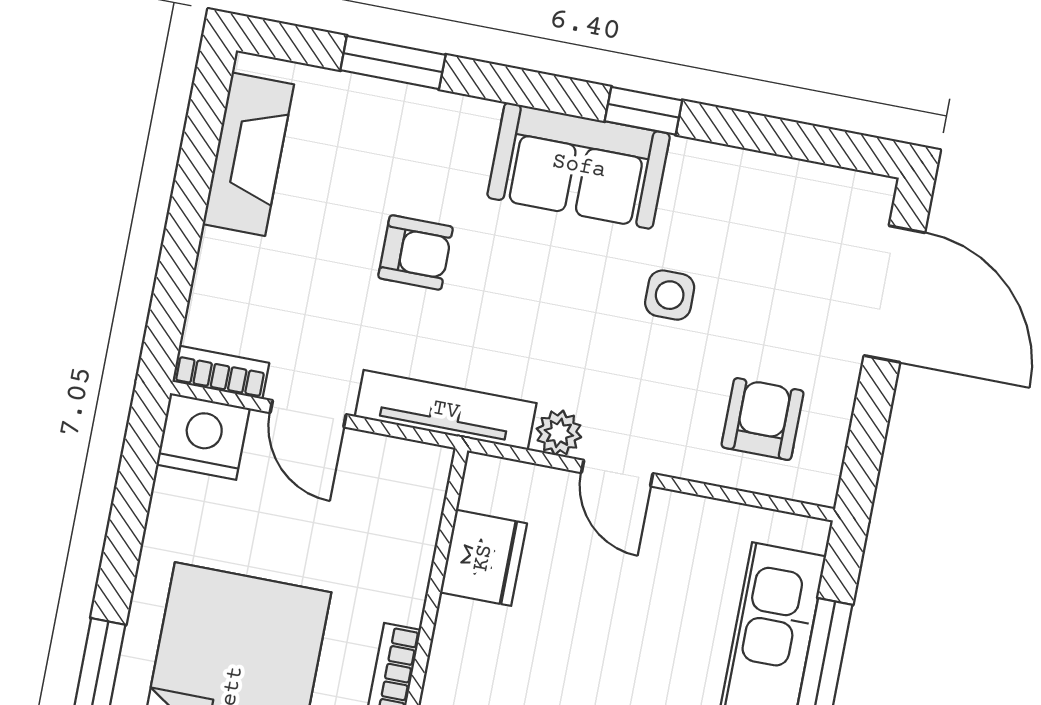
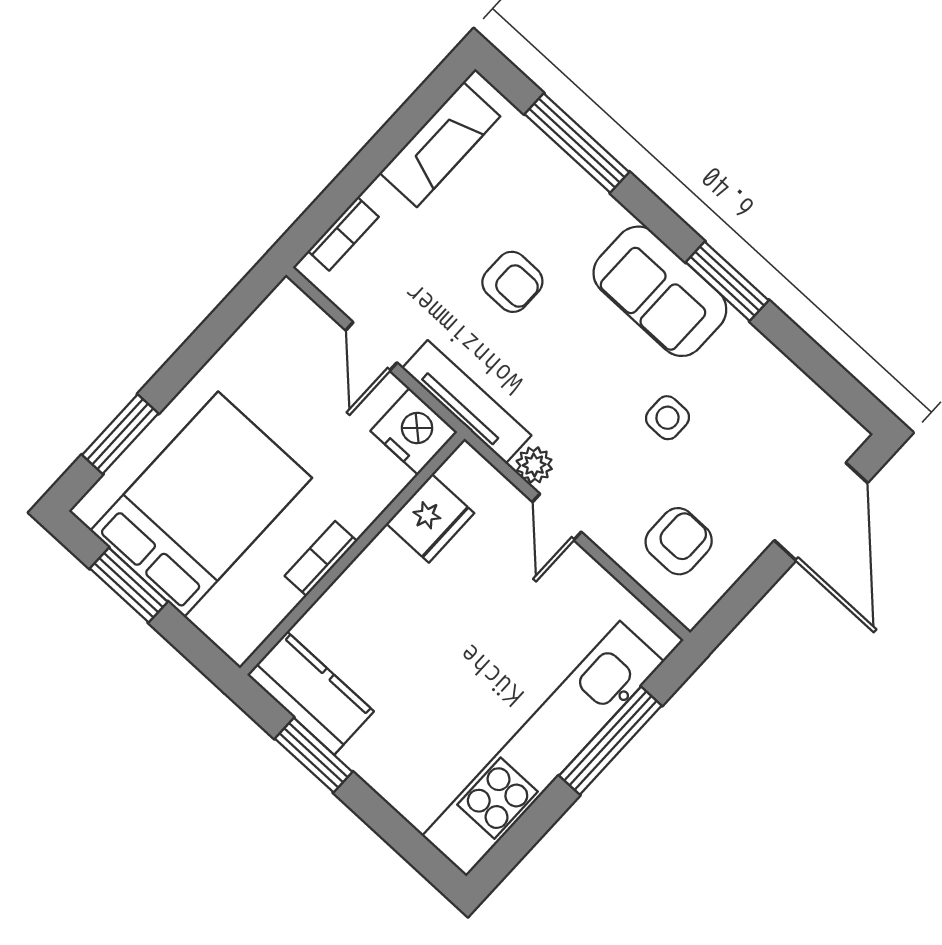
window: (393, 63) -> (577, 143), width x1.44
window: (643, 111) -> (727, 281), width x1.50
bookcase: (221, 372) -> (343, 234), moved, turned 90
nightstand: (203, 436) -> (414, 431), moved

